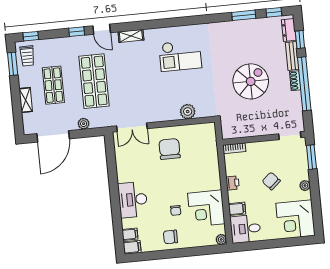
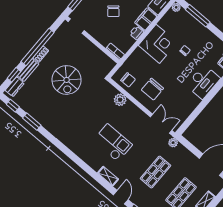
checkout: (180, 56) -> (113, 143), moved
shop shelf: (94, 81) -> (156, 172), width x0.70, depth x0.74
spiral stairs: (251, 81) -> (67, 80), turned -90
plant: (84, 124) -> (173, 143), moved
corner desk: (206, 208) -> (158, 44), moved
filing cabinet: (237, 209) -> (146, 19), width x2.00
chair: (170, 237) -> (128, 80), moved
window: (196, 251) -> (198, 16), added

